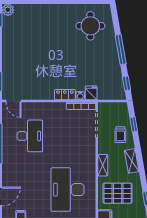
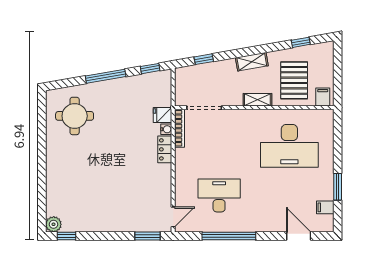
trolley: (120, 135) -> (217, 77), removed

